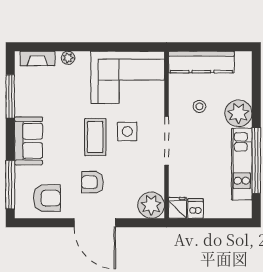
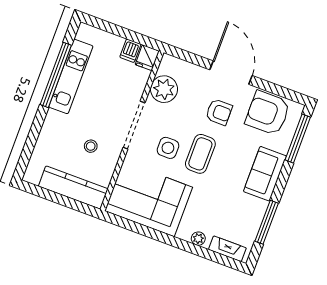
plant: (238, 113) -> (56, 126), removed
armchair: (47, 198) -> (268, 113), width x1.36, depth x1.36
plant: (151, 205) -> (164, 89), moved

